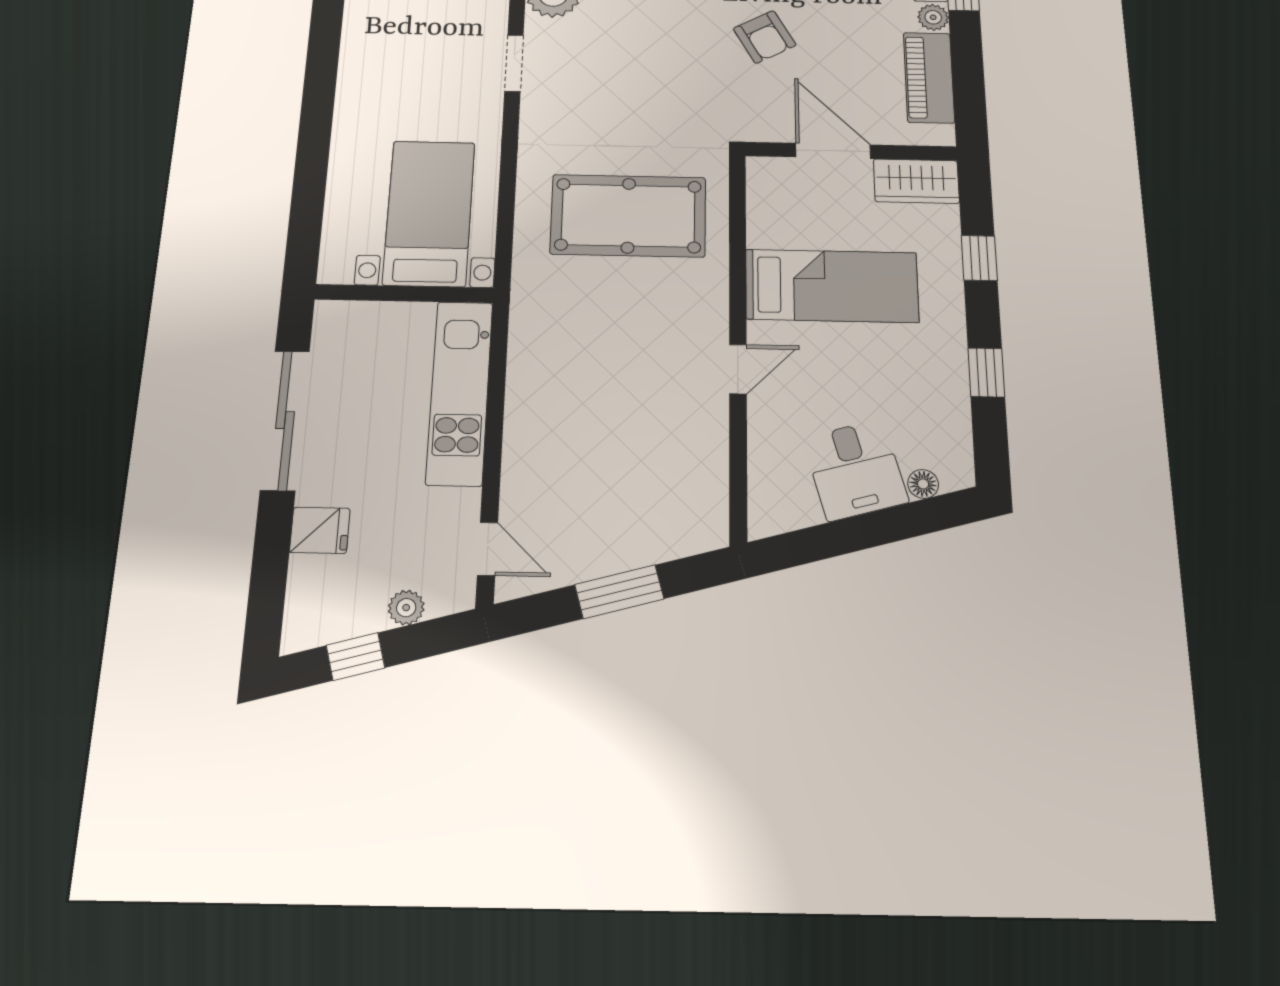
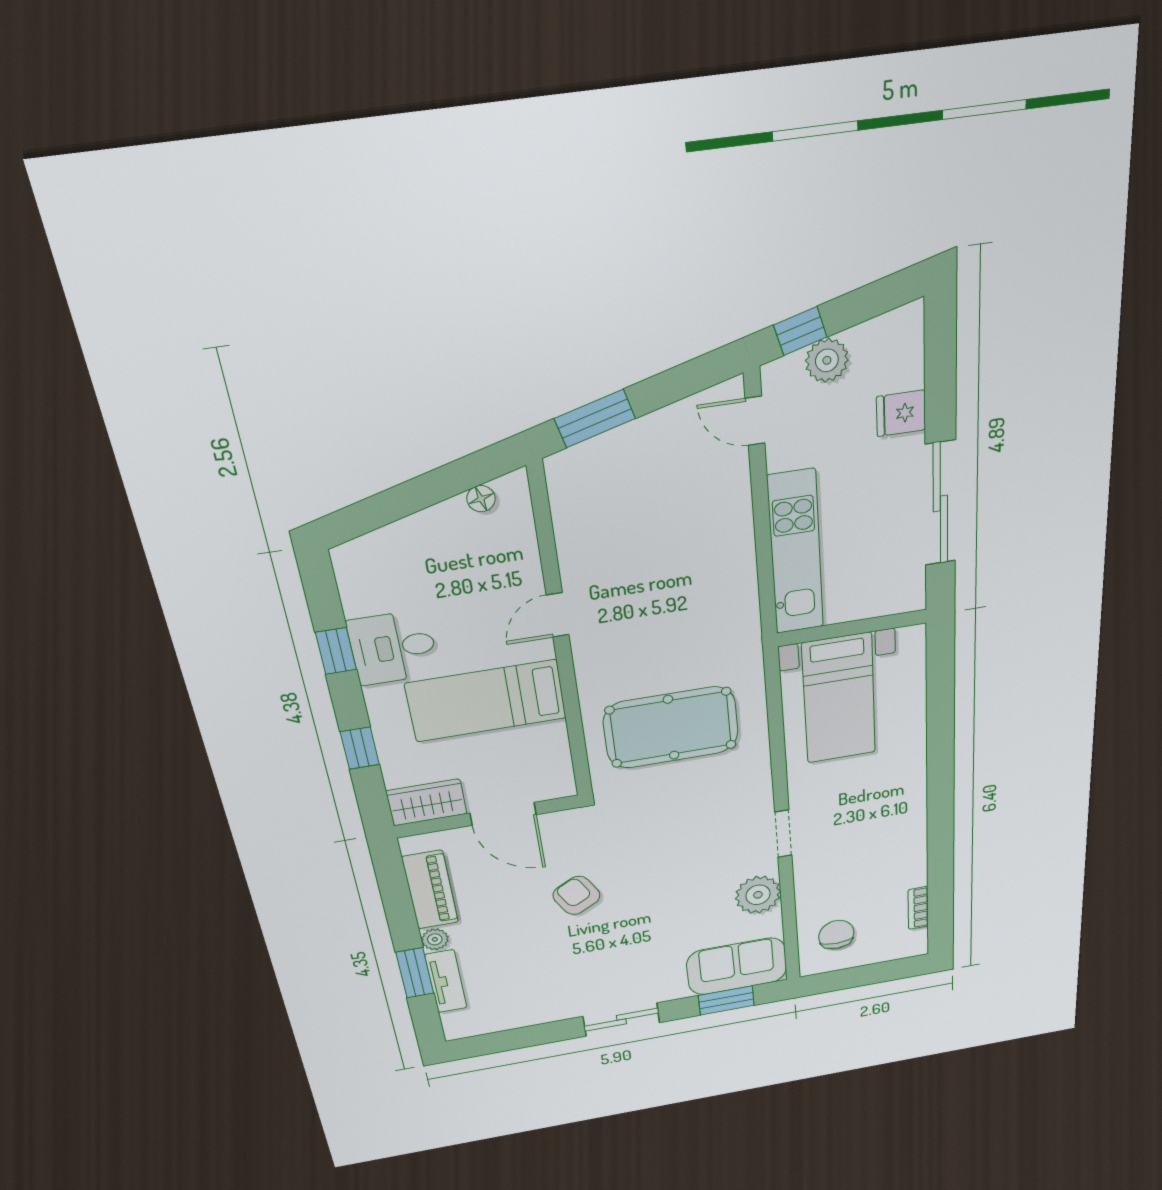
desk: (855, 470) -> (393, 648), moved, turned -75
floor lamp: (923, 484) -> (481, 499), moved
window: (619, 592) -> (595, 419), moved
plant: (406, 608) -> (827, 360), width x1.38, depth x1.38
window: (355, 657) -> (800, 331), moved

